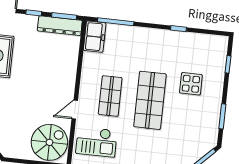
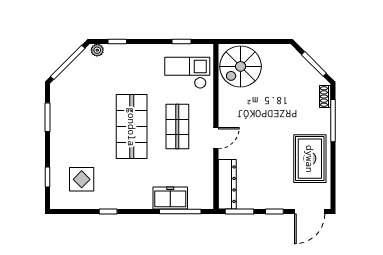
dresser: (60, 26) -> (227, 184), moved, turned 90
freezer: (95, 37) -> (170, 198), moved, turned 90
display table: (191, 84) -> (82, 179), moved
door: (75, 110) -> (216, 138), moved

